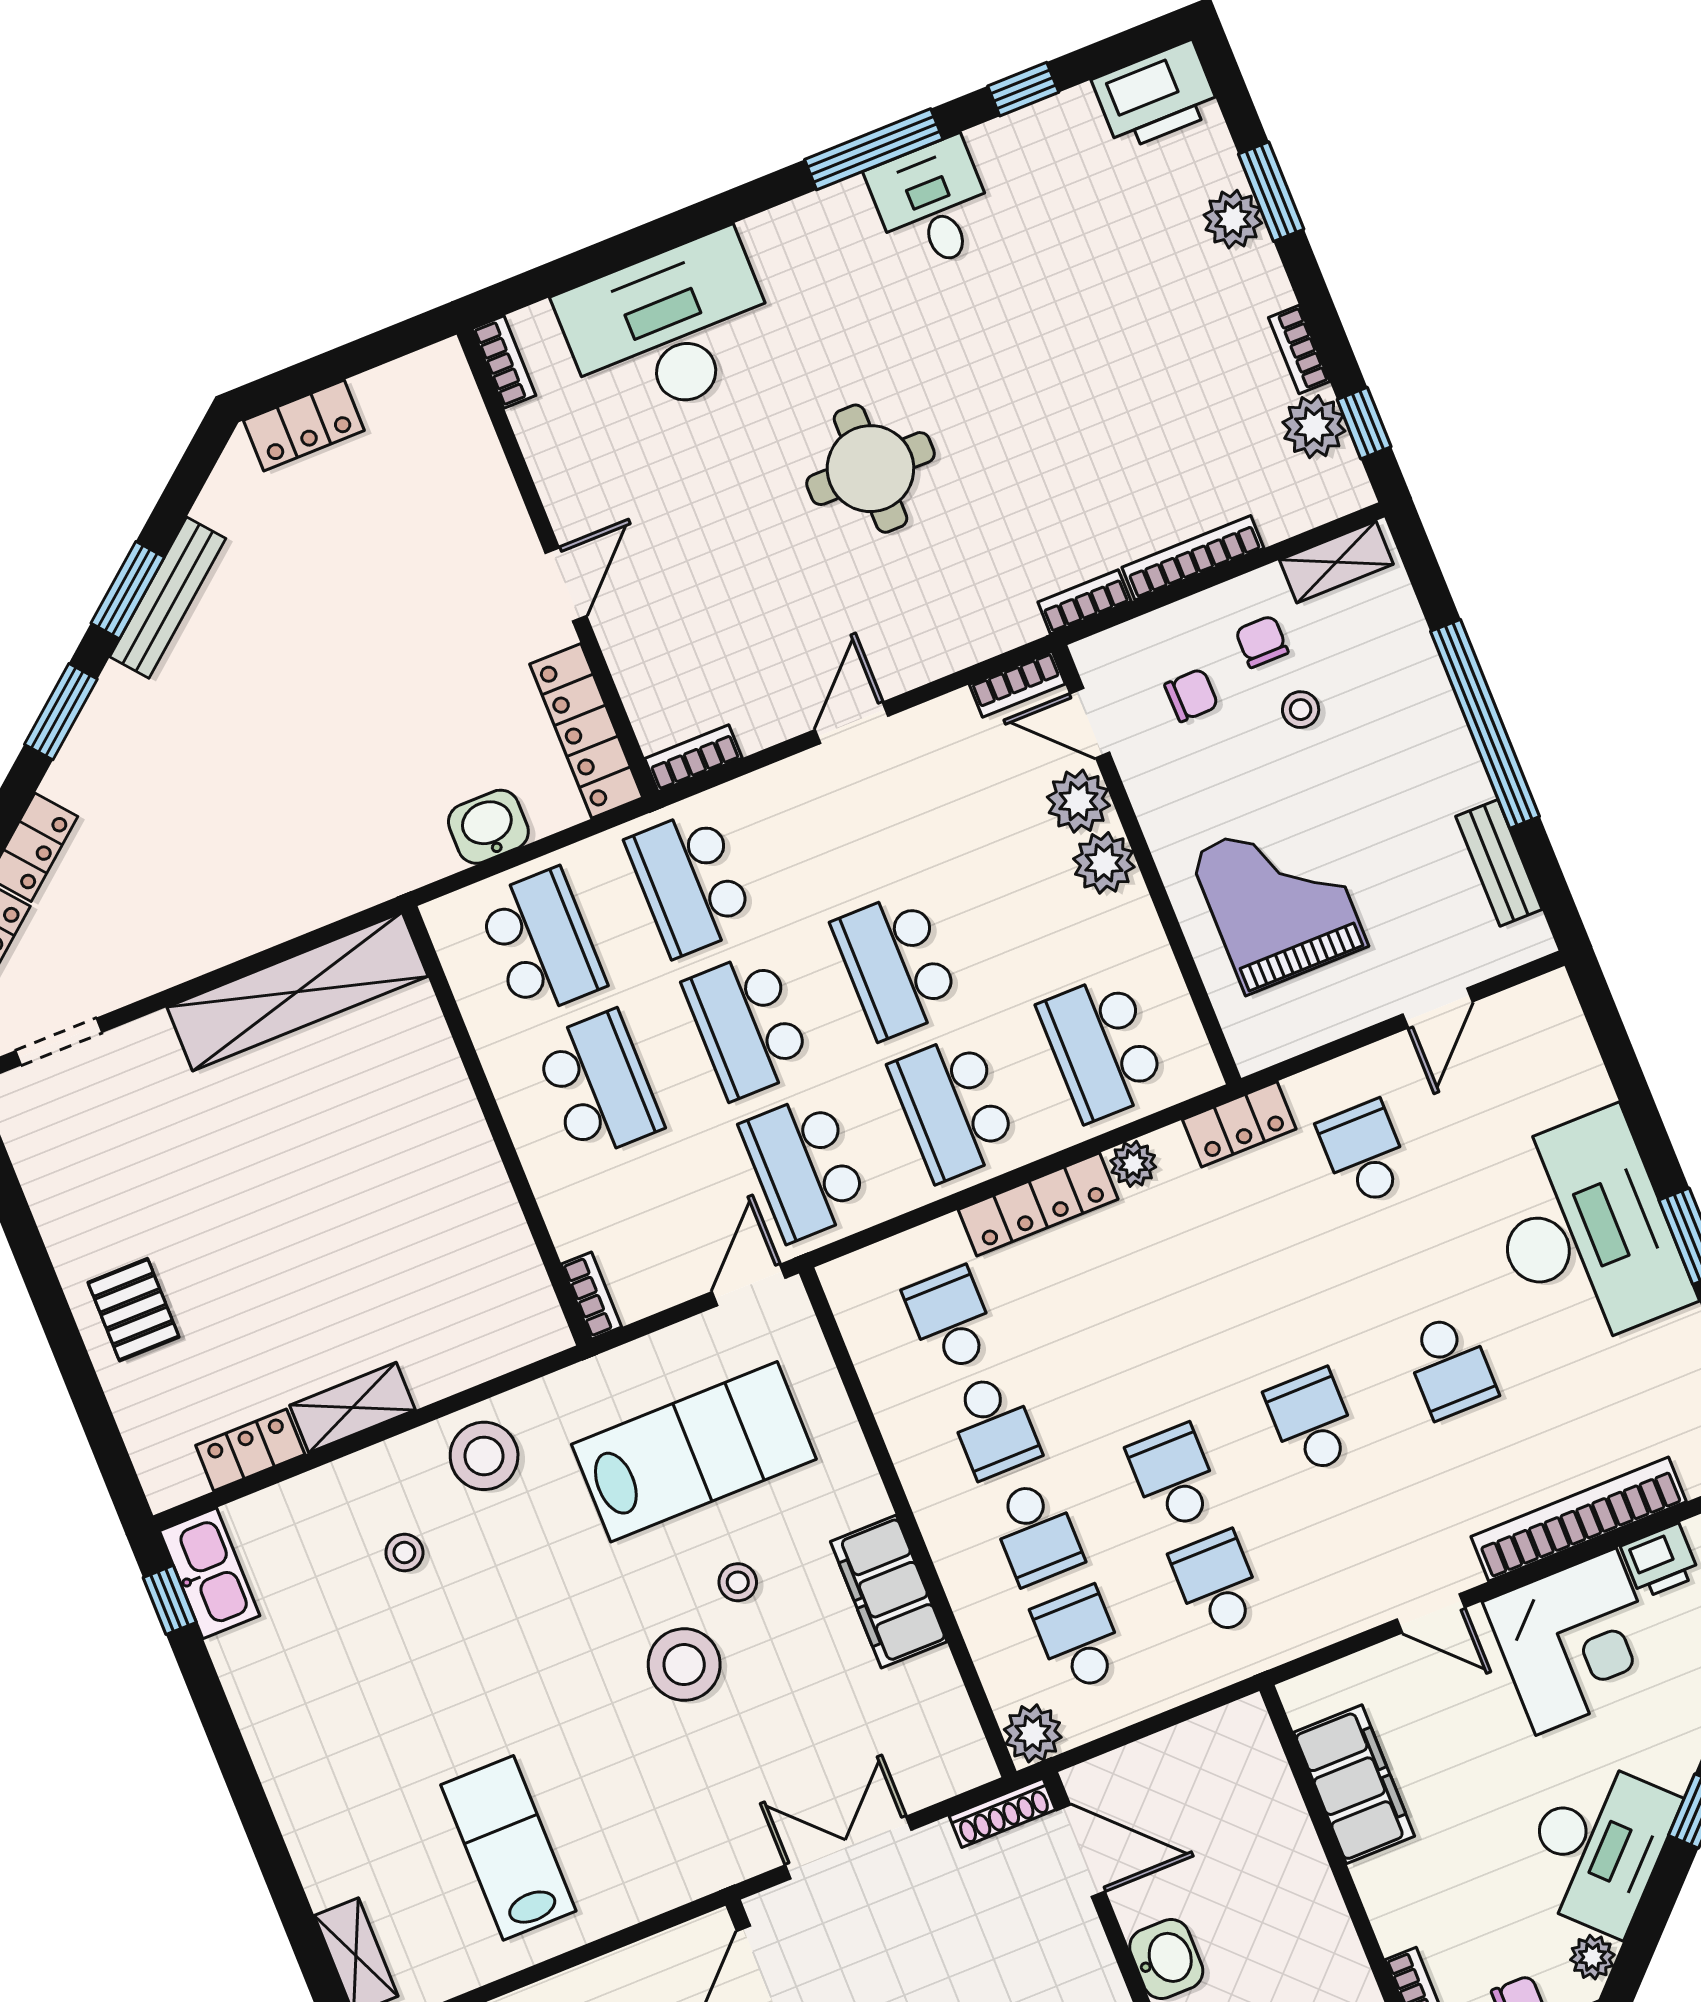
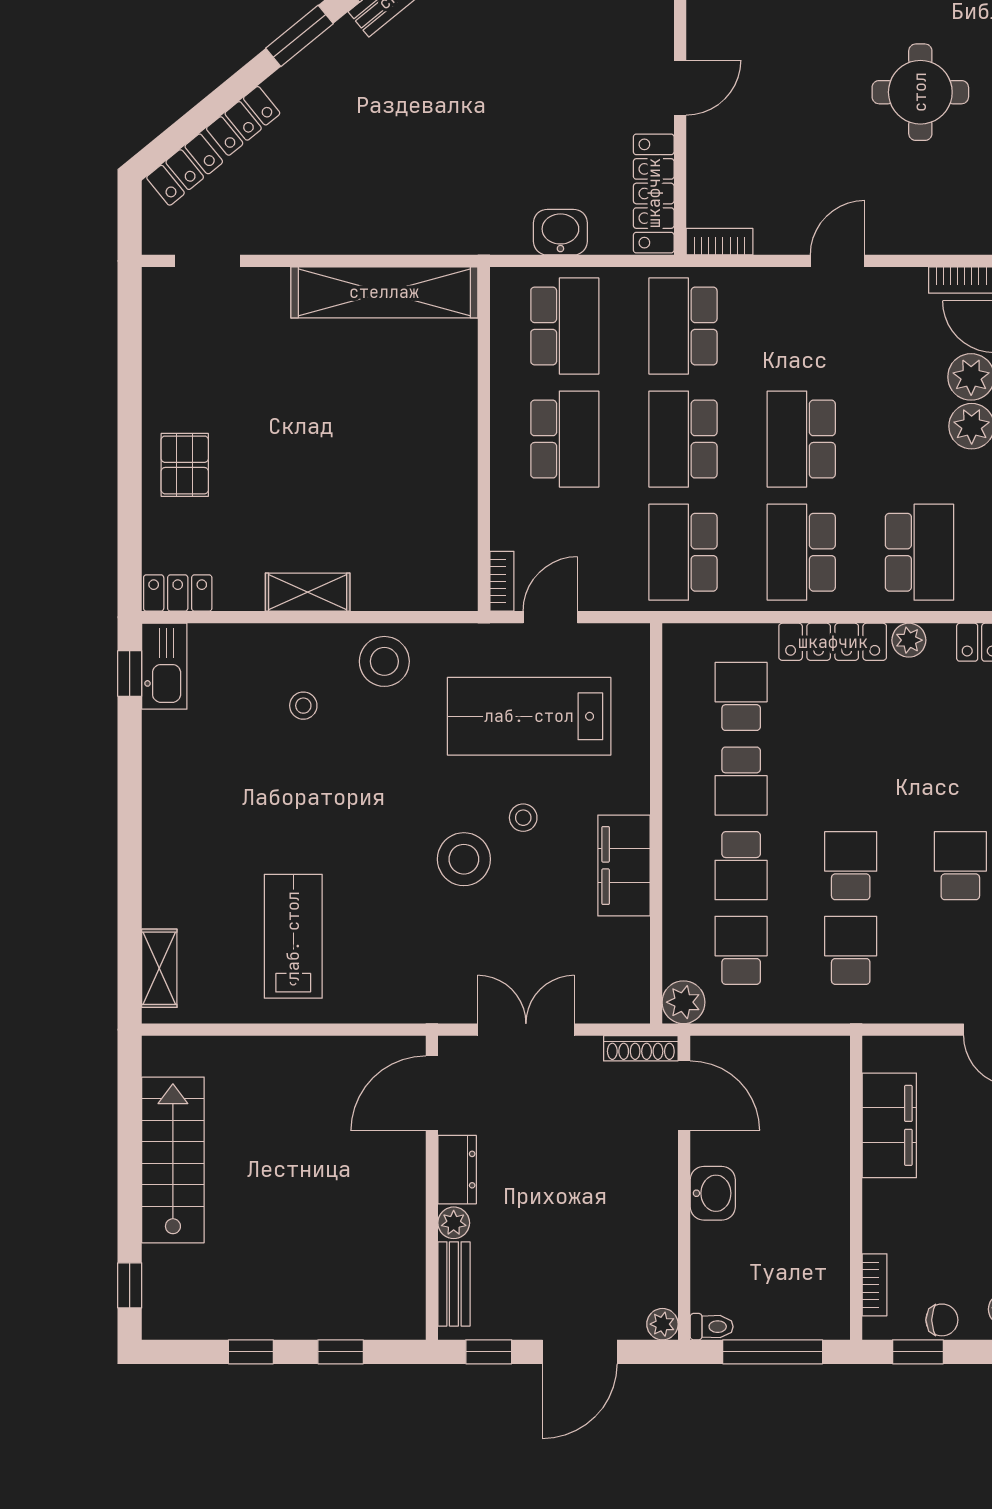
school desk: (1102, 1048) -> (919, 552), turned 180
door: (749, 1285) -> (550, 617), moved
locker: (250, 1450) -> (178, 593), moved
lab bench: (694, 1452) -> (529, 716), turned 180

